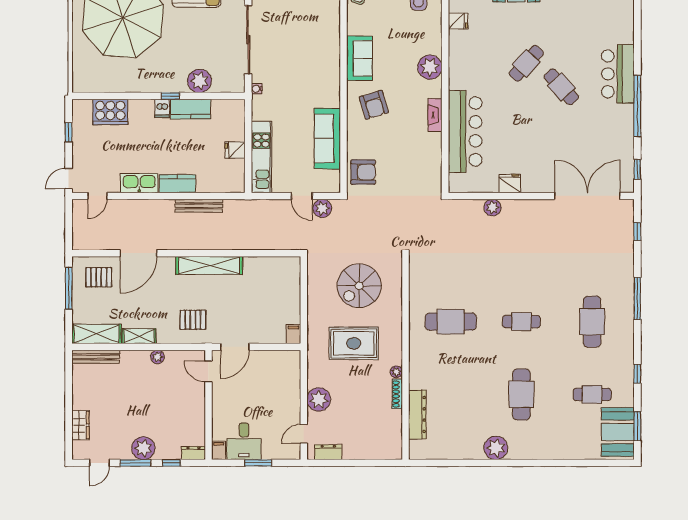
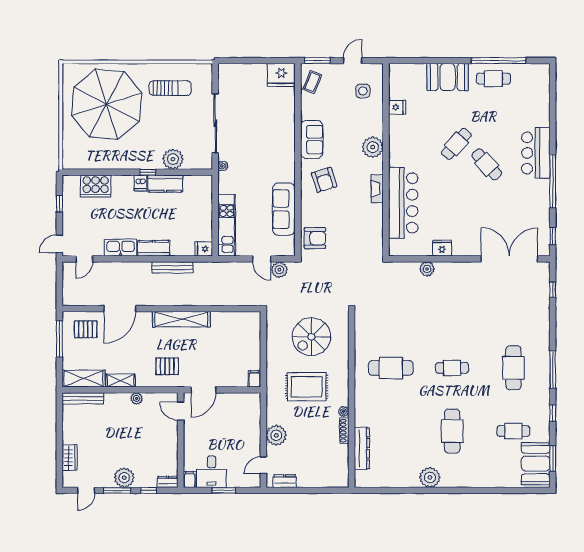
fridge: (235, 150) -> (204, 249), moved
window: (637, 298) -> (553, 369), moved

